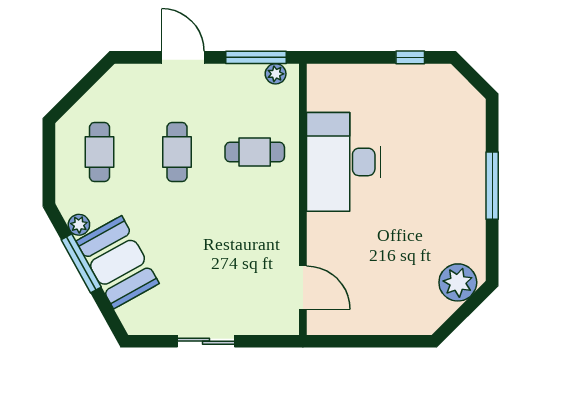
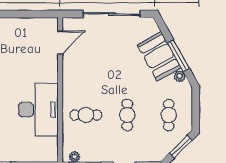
window: (77, 93) -> (181, 147), added
door: (303, 288) -> (60, 43), swing flipped
sliding door: (206, 341) -> (112, 14), width x1.86

